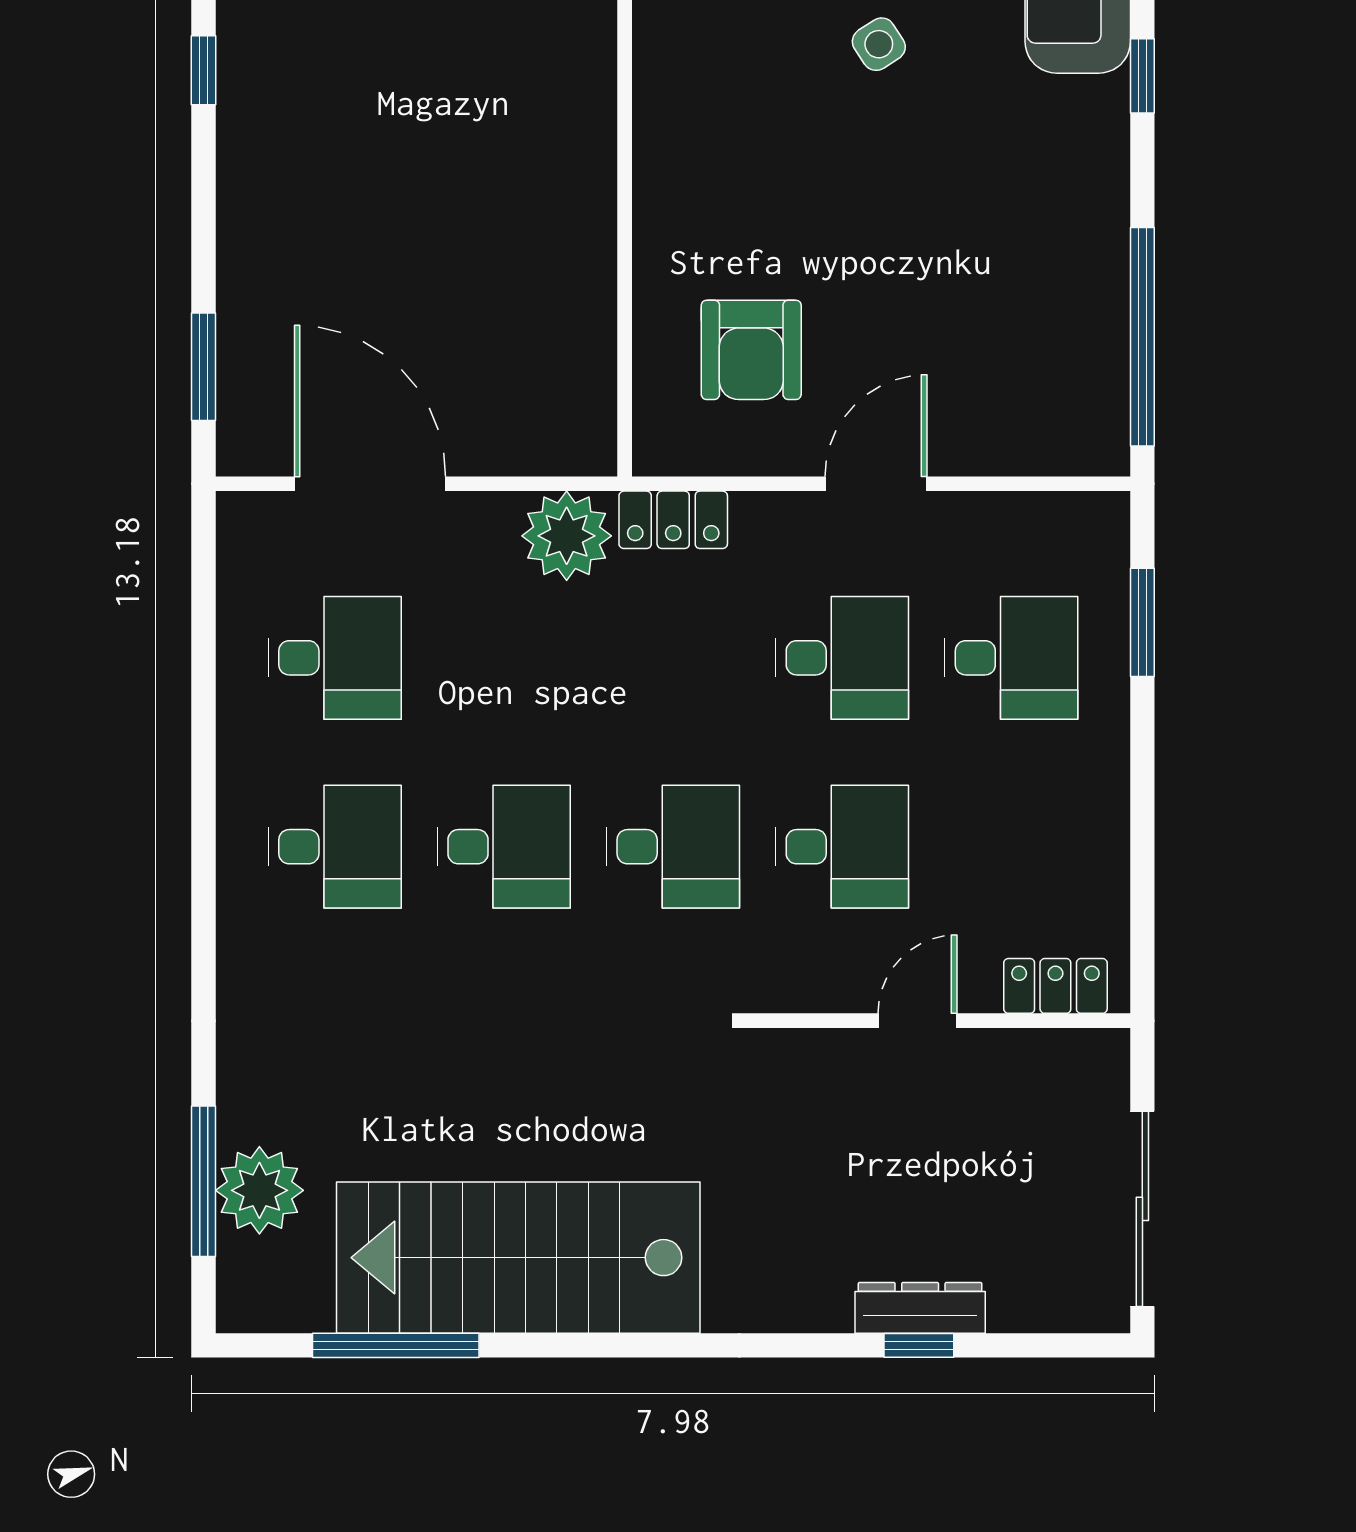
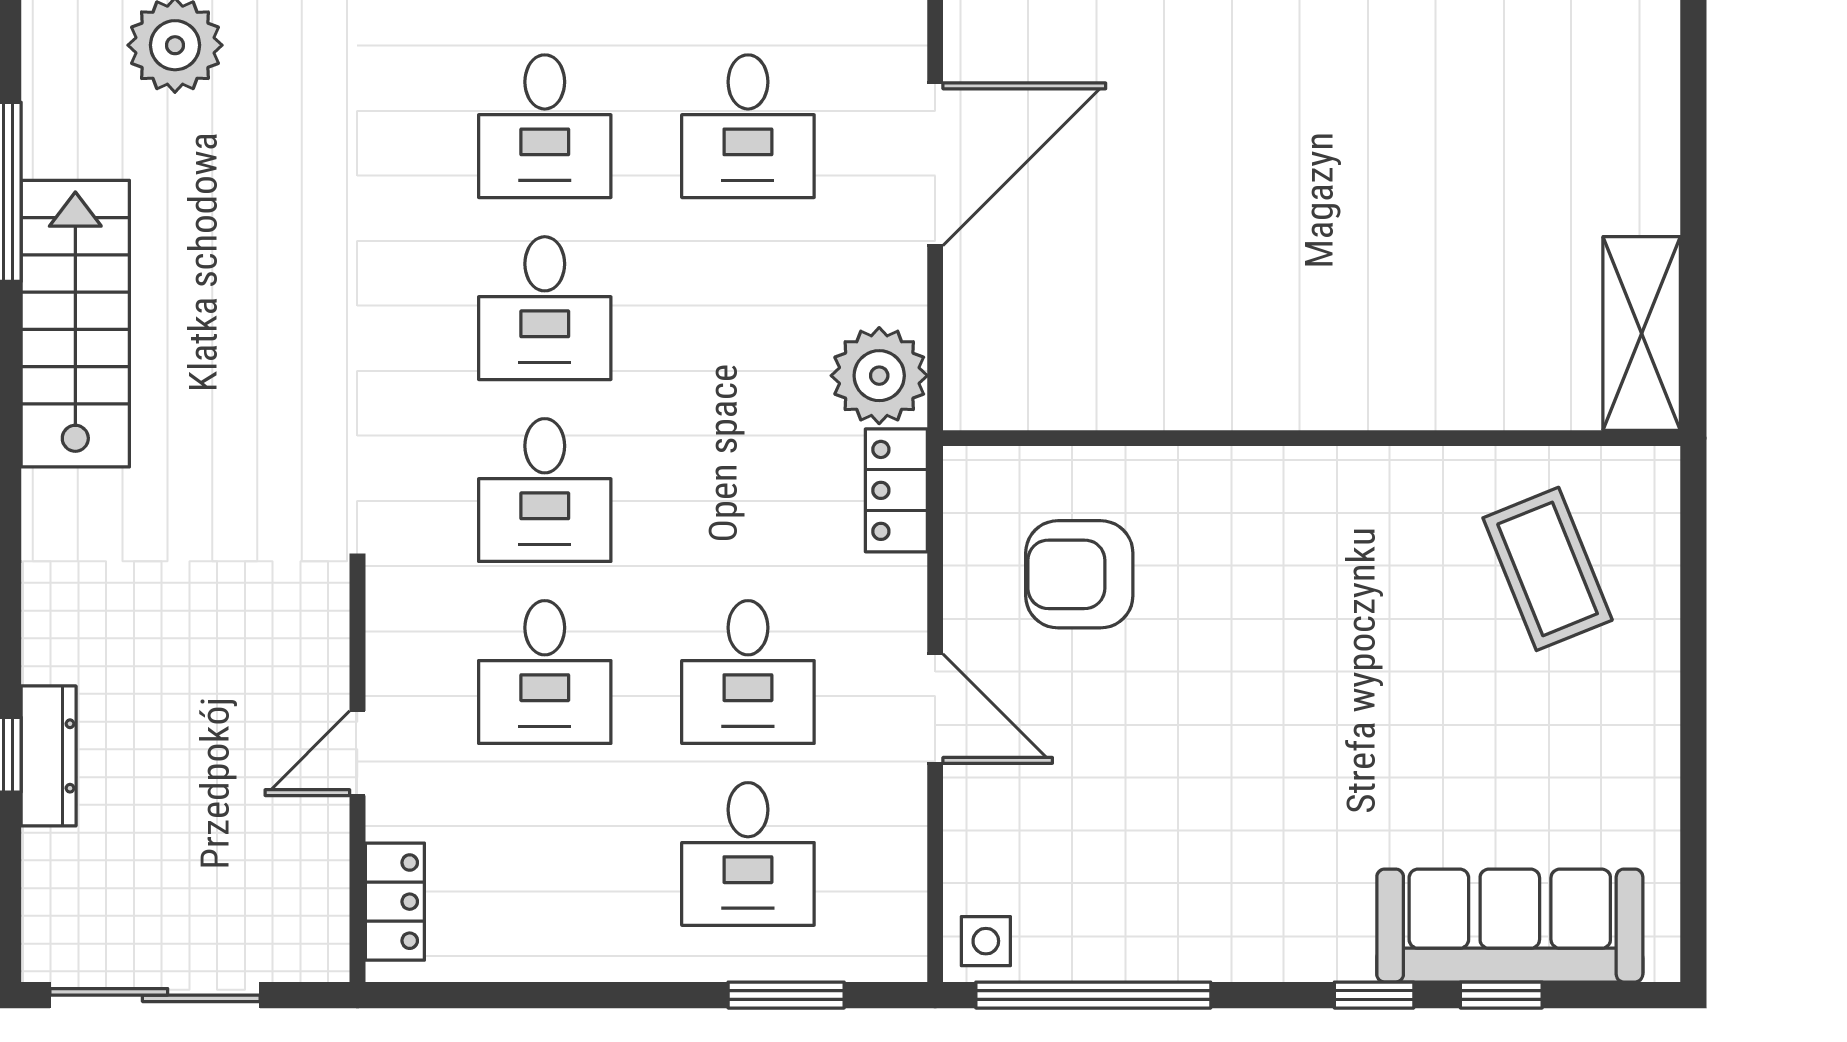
side table: (879, 44) -> (986, 941), moved, turned 33
door: (918, 1021) -> (357, 753), swing flipped
stairs: (518, 1258) -> (75, 324), width x0.73, depth x0.66

